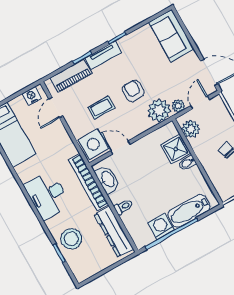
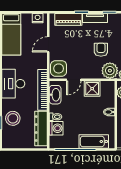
door: (56, 108) -> (48, 44), moved
coffee table: (101, 108) -> (76, 49), removed
door: (120, 147) -> (74, 80), swing flipped
shower: (176, 149) -> (92, 89), moved
washing machine: (161, 226) -> (56, 128), moved, turned 90

